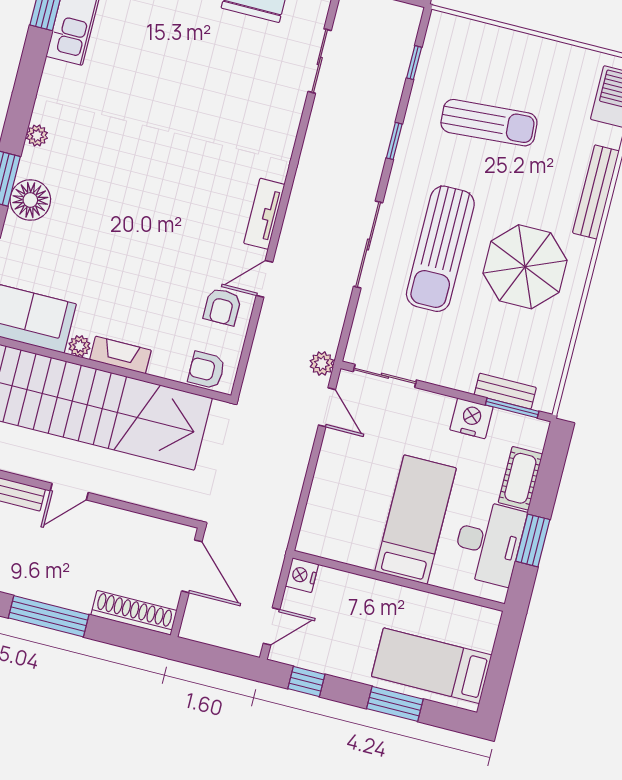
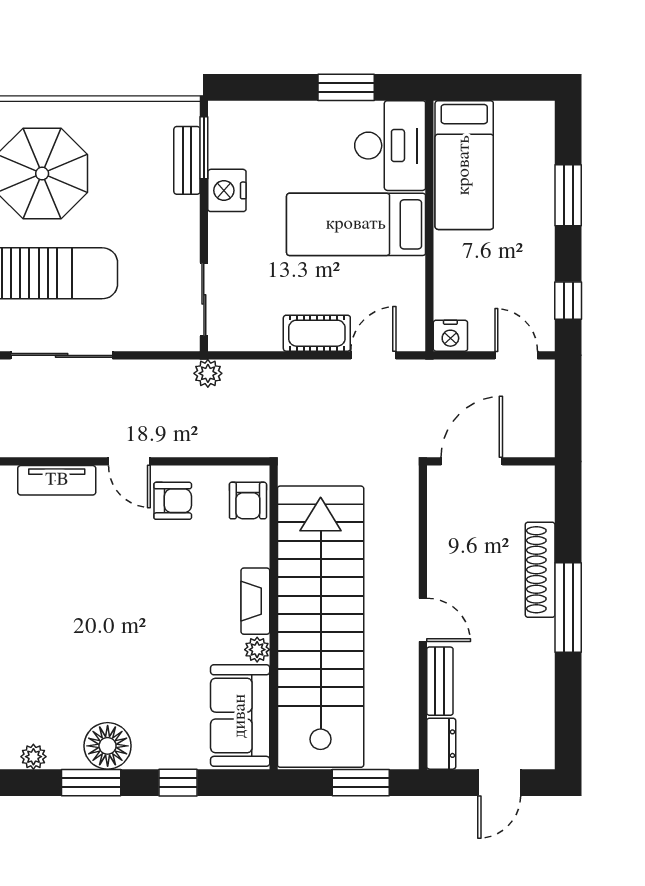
door: (327, 407) -> (373, 355), moved
cot: (520, 478) -> (317, 333), moved
desk: (489, 543) -> (390, 146), moved, turned 90
shoe rack: (134, 613) -> (540, 570), moved
bed: (432, 666) -> (464, 165), moved

